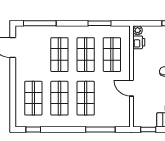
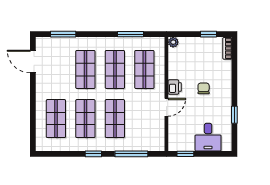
window: (40, 23) -> (63, 34), width x0.69
printer: (139, 42) -> (175, 87), moved
door: (131, 88) -> (166, 107), swing flipped
window: (33, 130) -> (93, 154), moved

